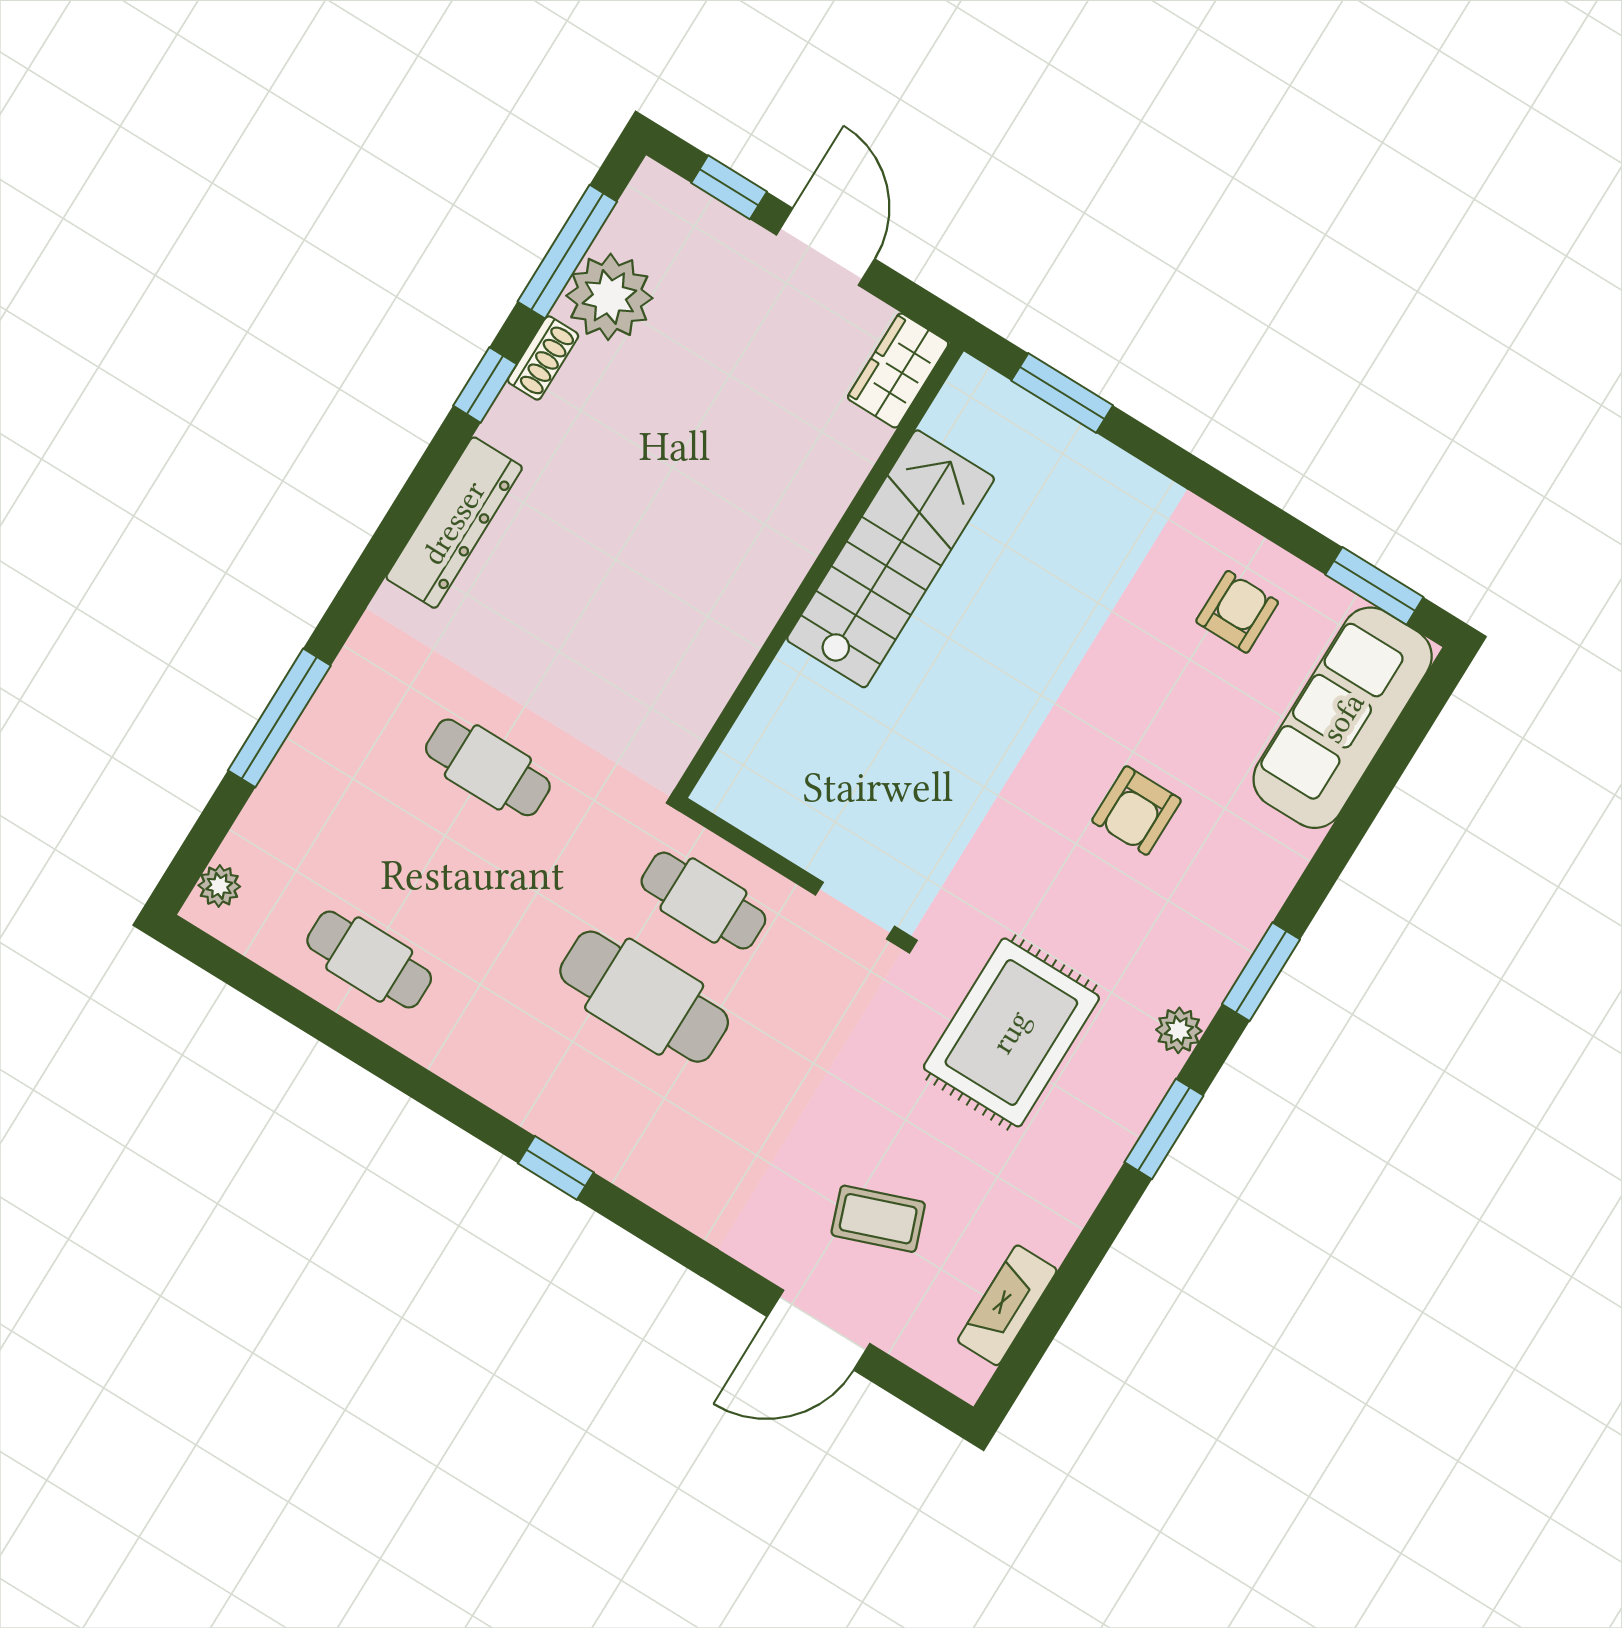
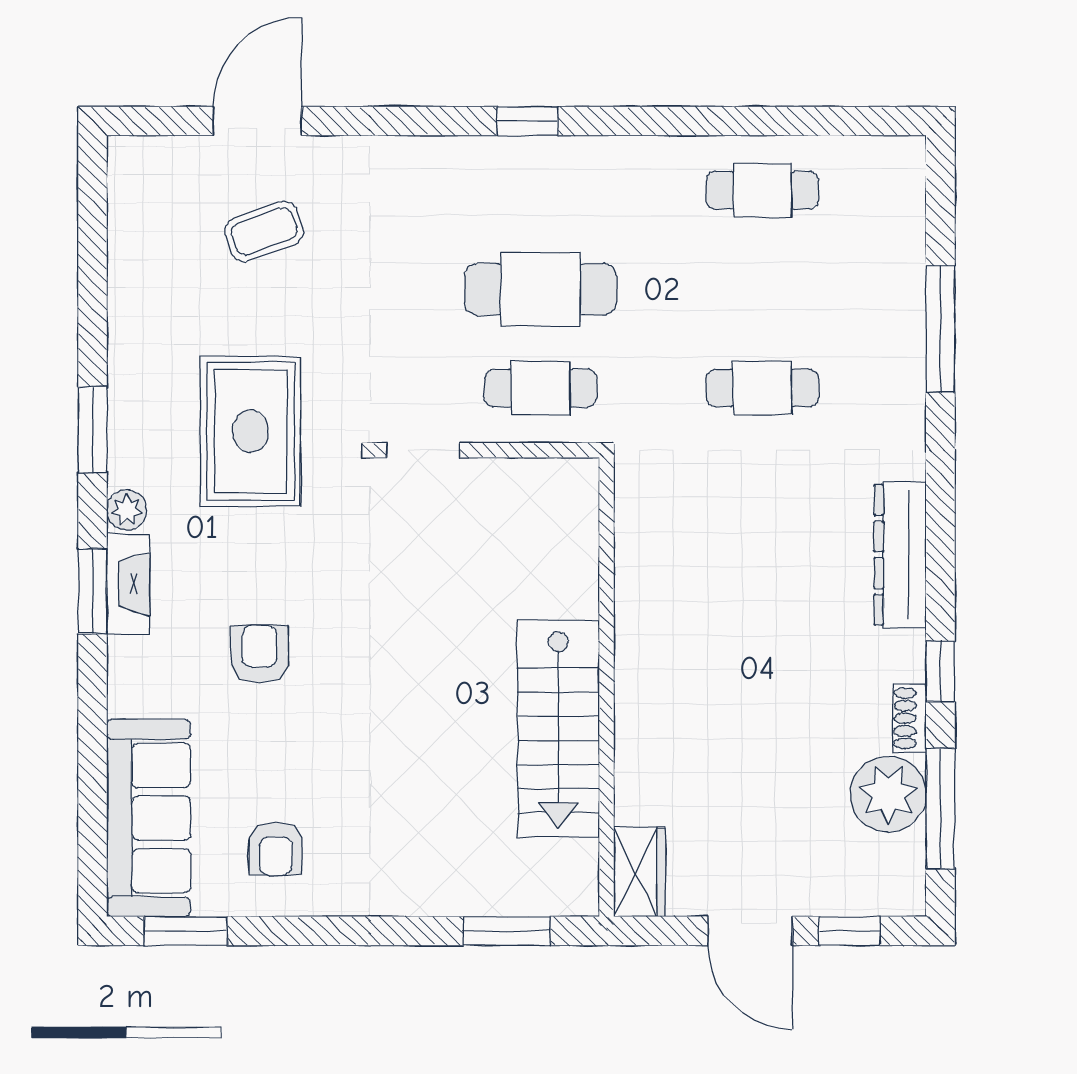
plant: (219, 886) -> (908, 176), removed
fireplace: (1007, 1305) -> (128, 584), moved

